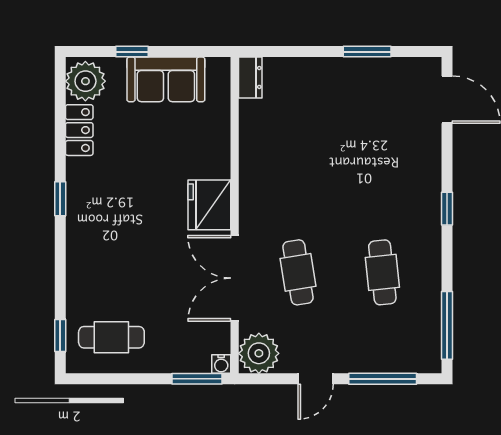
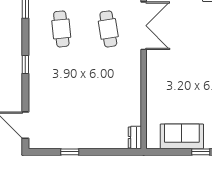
window: (367, 52) -> (70, 152), width x0.67
fridge: (209, 205) -> (158, 67), removed

